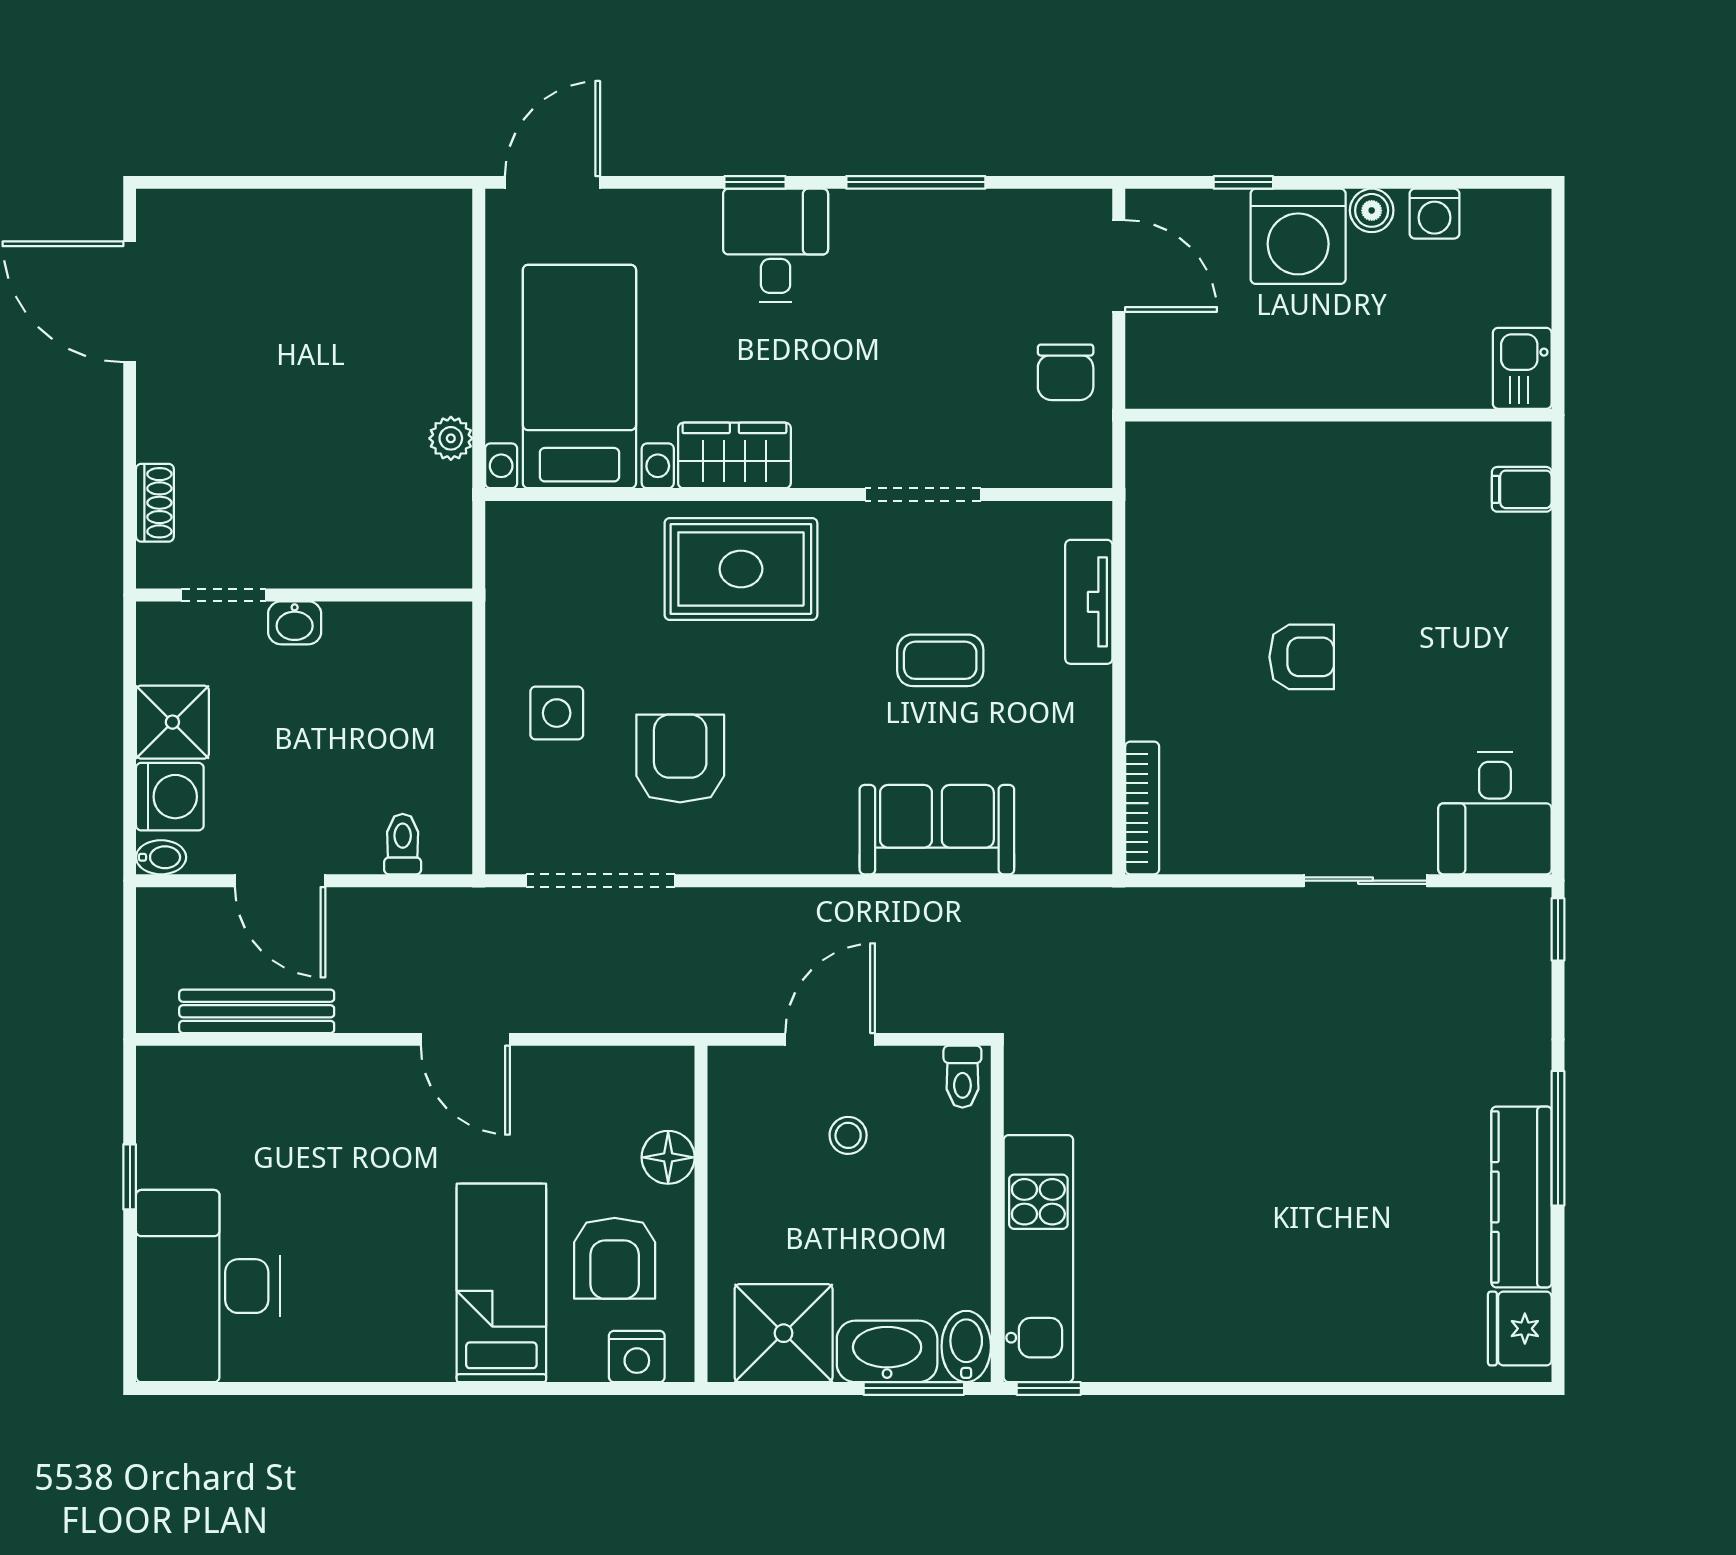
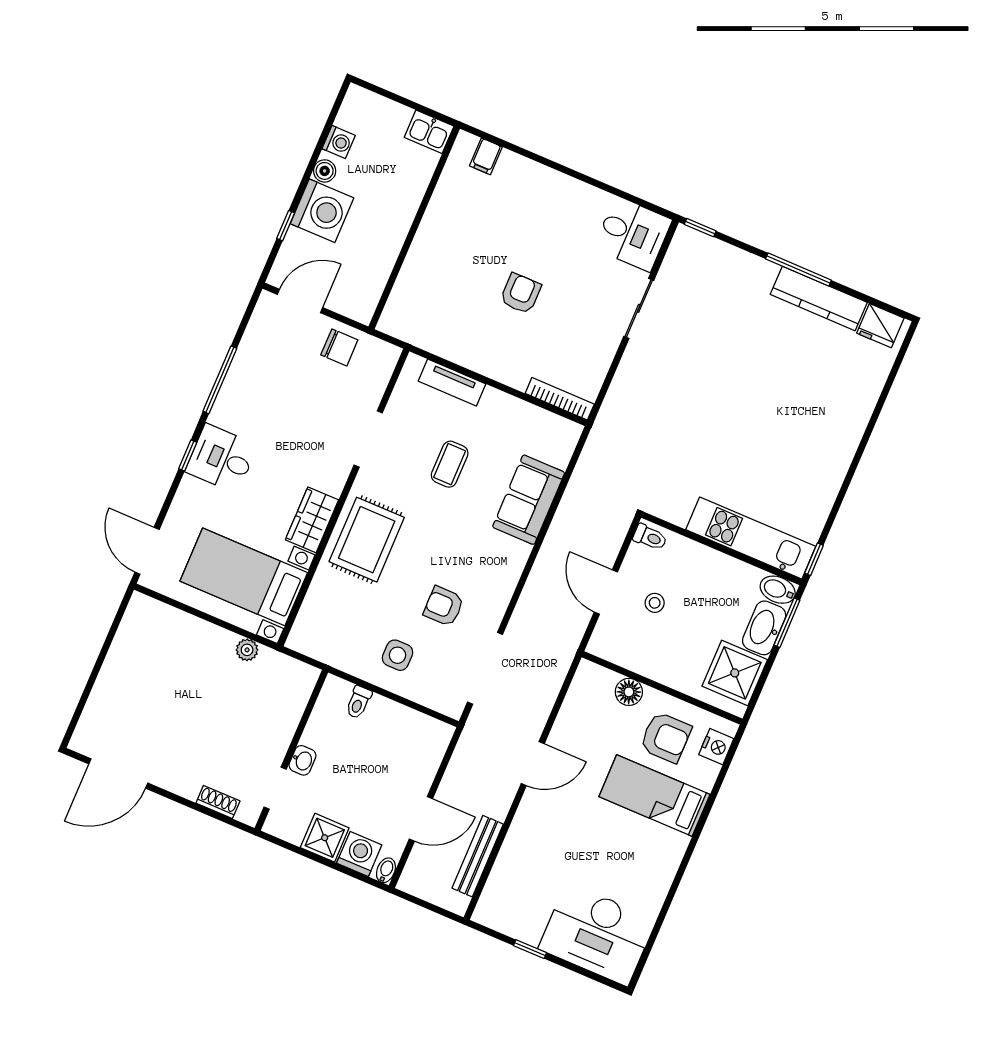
armchair: (680, 758) -> (444, 606), width x0.72, depth x0.72
toilet: (403, 844) -> (358, 702), moved, turned -90

